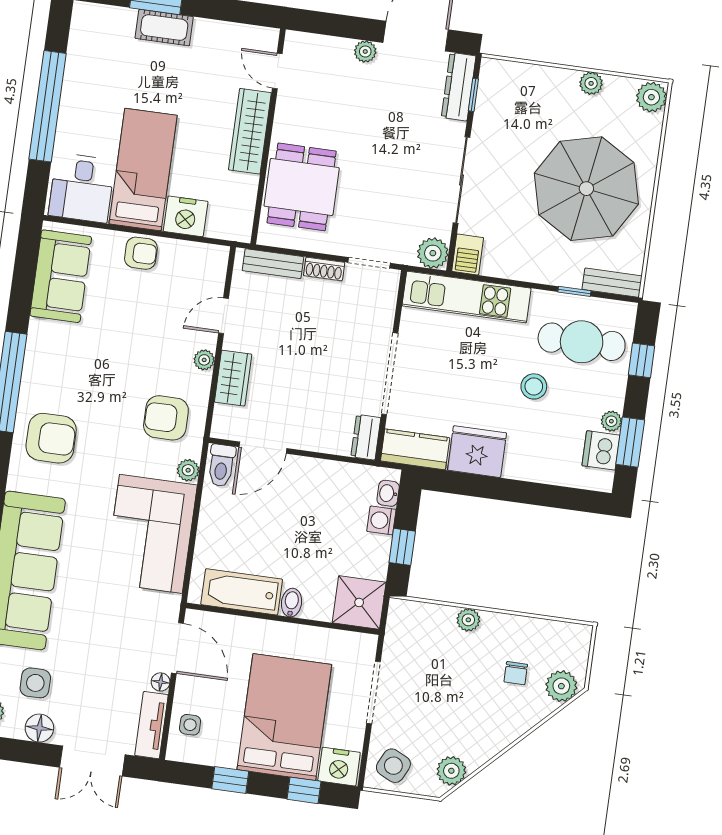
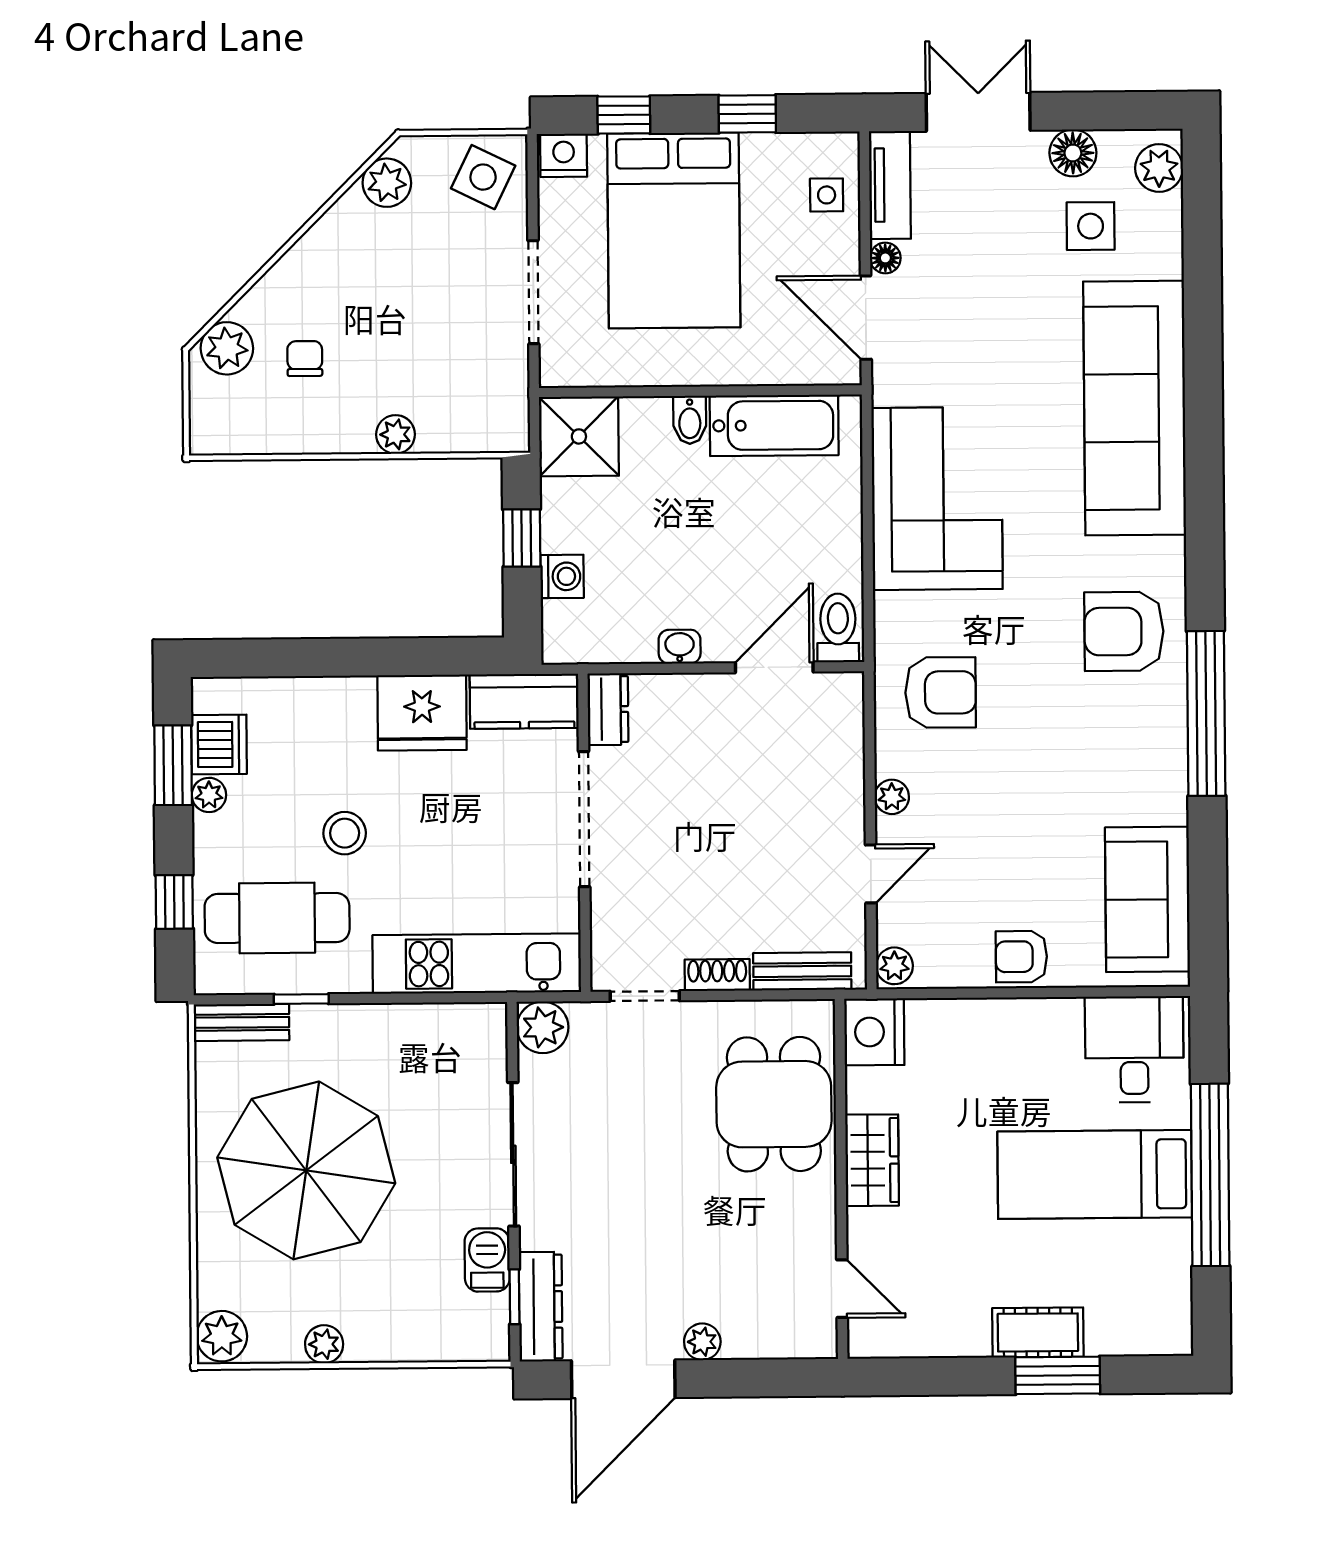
wardrobe: (250, 131) -> (872, 1160), width x0.67
bed: (143, 170) -> (1095, 1174), moved, turned 90
nightstand: (186, 216) -> (874, 1032), moved, turned -90
barbecue: (468, 254) -> (487, 1260), moved
wardrobe: (233, 378) -> (840, 774), removed
plant: (188, 470) -> (894, 966), moved
washbasin: (388, 493) -> (680, 647), moved, turned -90
nightstand: (339, 767) -> (564, 155), width x0.74, depth x0.75

